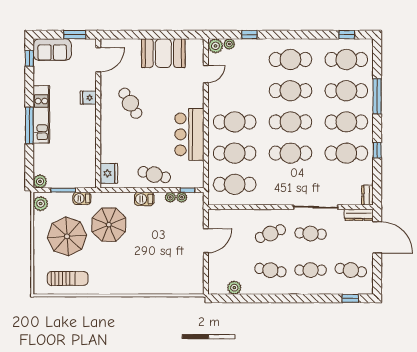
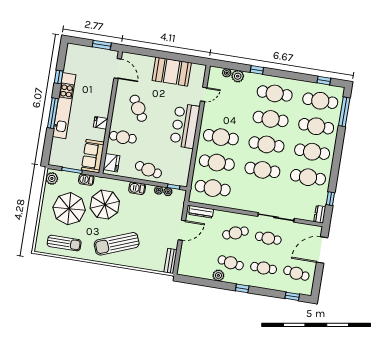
window: (249, 35) -> (257, 70), moved
plant: (216, 46) -> (238, 76), moved
sofa: (52, 50) -> (93, 156), moved, turned 90
window: (29, 58) -> (59, 77), moved
door: (98, 60) -> (118, 68), hinge flipped
window: (377, 96) -> (344, 112), moved
fridge: (88, 98) -> (101, 123), moved
kitchen unit: (41, 114) -> (64, 106), width x1.36
bar counter: (189, 134) -> (185, 126), moved
cafe table: (118, 141) -> (123, 137), added
window: (377, 150) -> (330, 199), moved
plant: (40, 181) -> (54, 160), removed
dresser: (359, 215) -> (201, 212), moved
door: (377, 237) -> (322, 250), swing flipped
sun lounger: (130, 269) -> (117, 244), added
bench: (198, 280) -> (171, 261), added
plant: (234, 288) -> (218, 275), moved
window: (289, 298) -> (242, 288), added

